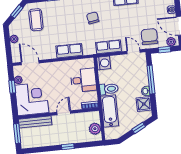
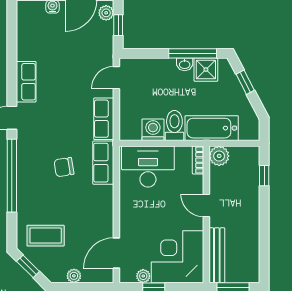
chair: (93, 18) -> (64, 167), moved
chair: (149, 37) -> (94, 48), removed
row of seats: (69, 51) -> (103, 163), moved
washing machine: (104, 63) -> (153, 130), moved
desk: (83, 80) -> (148, 167), width x1.37
window: (151, 80) -> (193, 53), moved
plant: (95, 129) -> (219, 156), moved
window: (68, 147) -> (264, 176), moved

